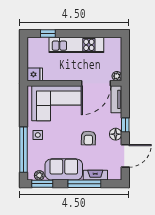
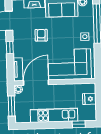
window: (125, 57) -> (11, 106), added
fridge: (35, 74) -> (89, 99), moved
floor lamp: (116, 134) -> (18, 39), removed

